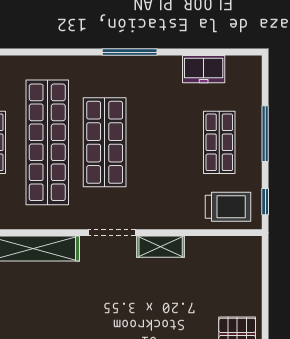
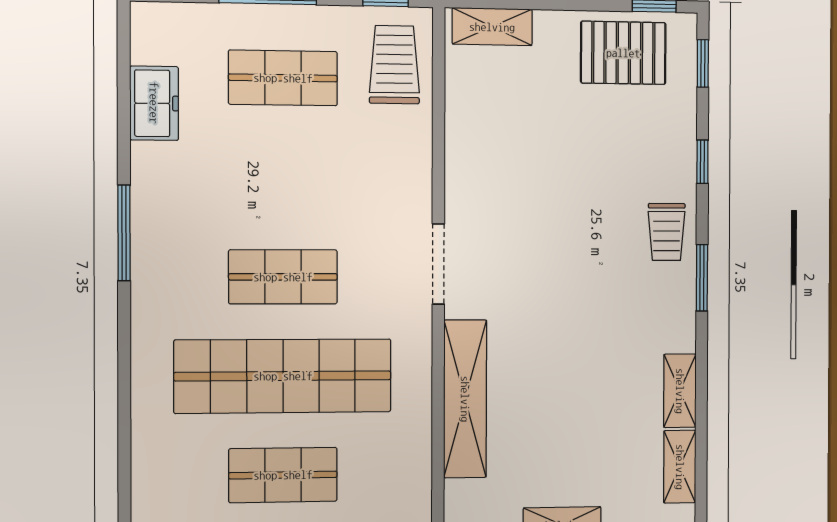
shop shelf: (105, 142) -> (283, 277), width x0.70, depth x0.74
shelving: (161, 247) -> (492, 27), moved, turned 90

